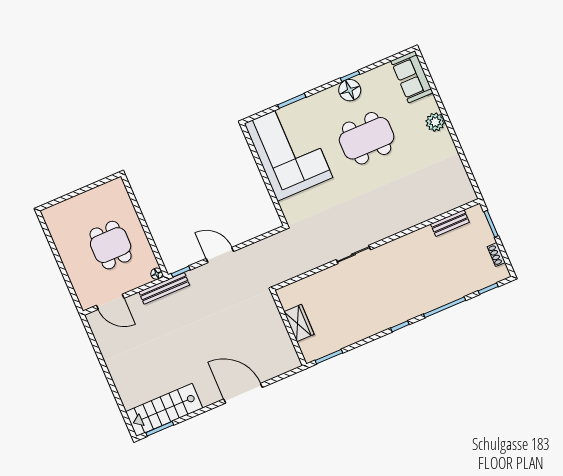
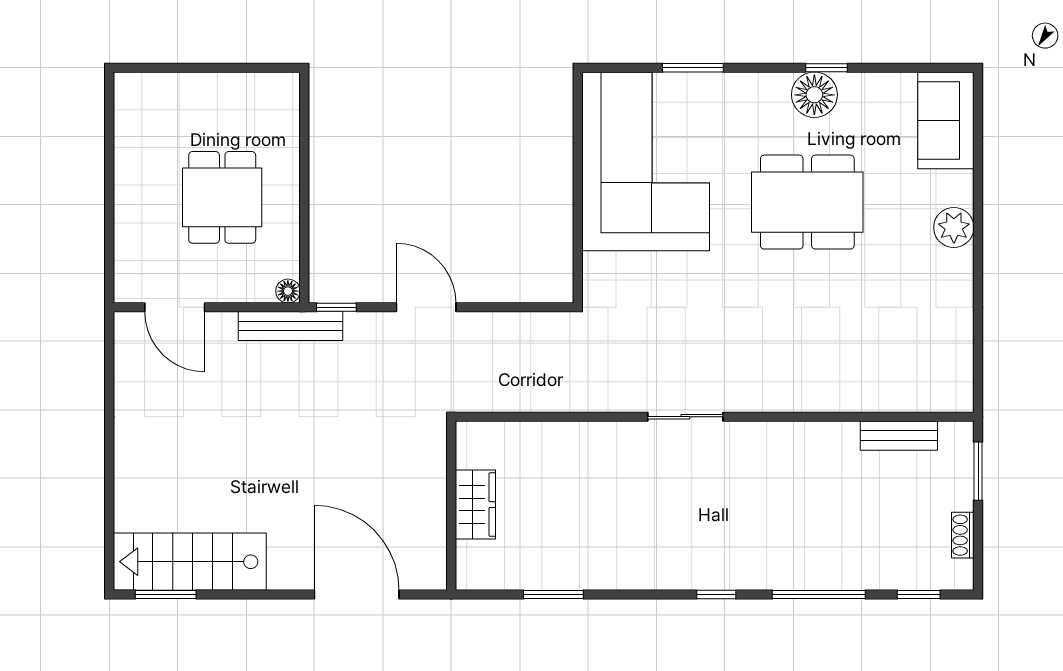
wardrobe: (299, 323) -> (475, 505), moved
wall: (289, 328) -> (451, 506), moved

